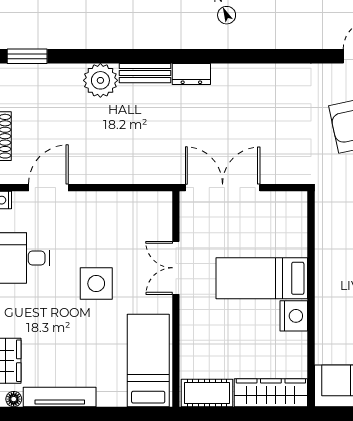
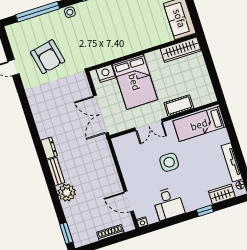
bed: (262, 278) -> (135, 82), width x1.50
nightstand: (294, 316) -> (106, 73), moved
cot: (207, 393) -> (179, 106), moved, turned 90
wardrobe: (271, 393) -> (181, 50), moved, turned -90

